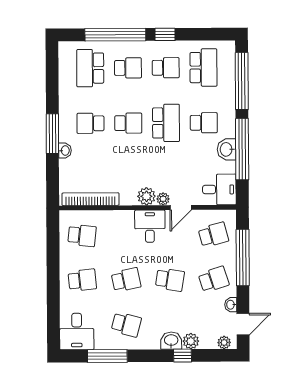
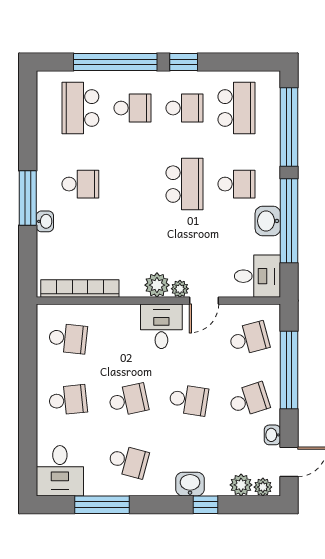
school desk: (90, 123) -> (80, 184), turned 180
school desk: (128, 123) -> (132, 184), removed
plant: (191, 341) -> (241, 485), moved

